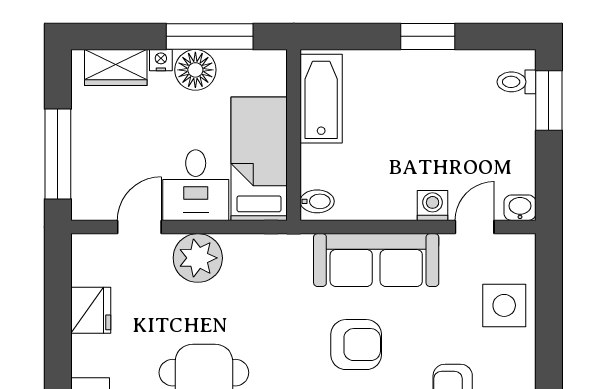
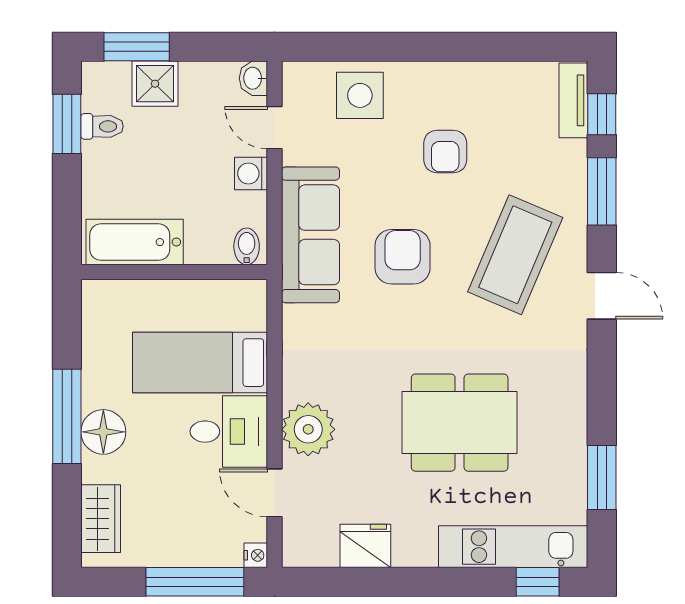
window: (428, 36) -> (67, 124), moved
nightstand: (161, 60) -> (256, 555), moved, turned 180
toilet: (517, 82) -> (102, 126), moved, turned -90
bathtub: (321, 99) -> (135, 242), moved
shower: (515, 117) -> (155, 84), added
wall: (294, 135) -> (174, 272), moved
bidet: (317, 201) -> (247, 246), moved

